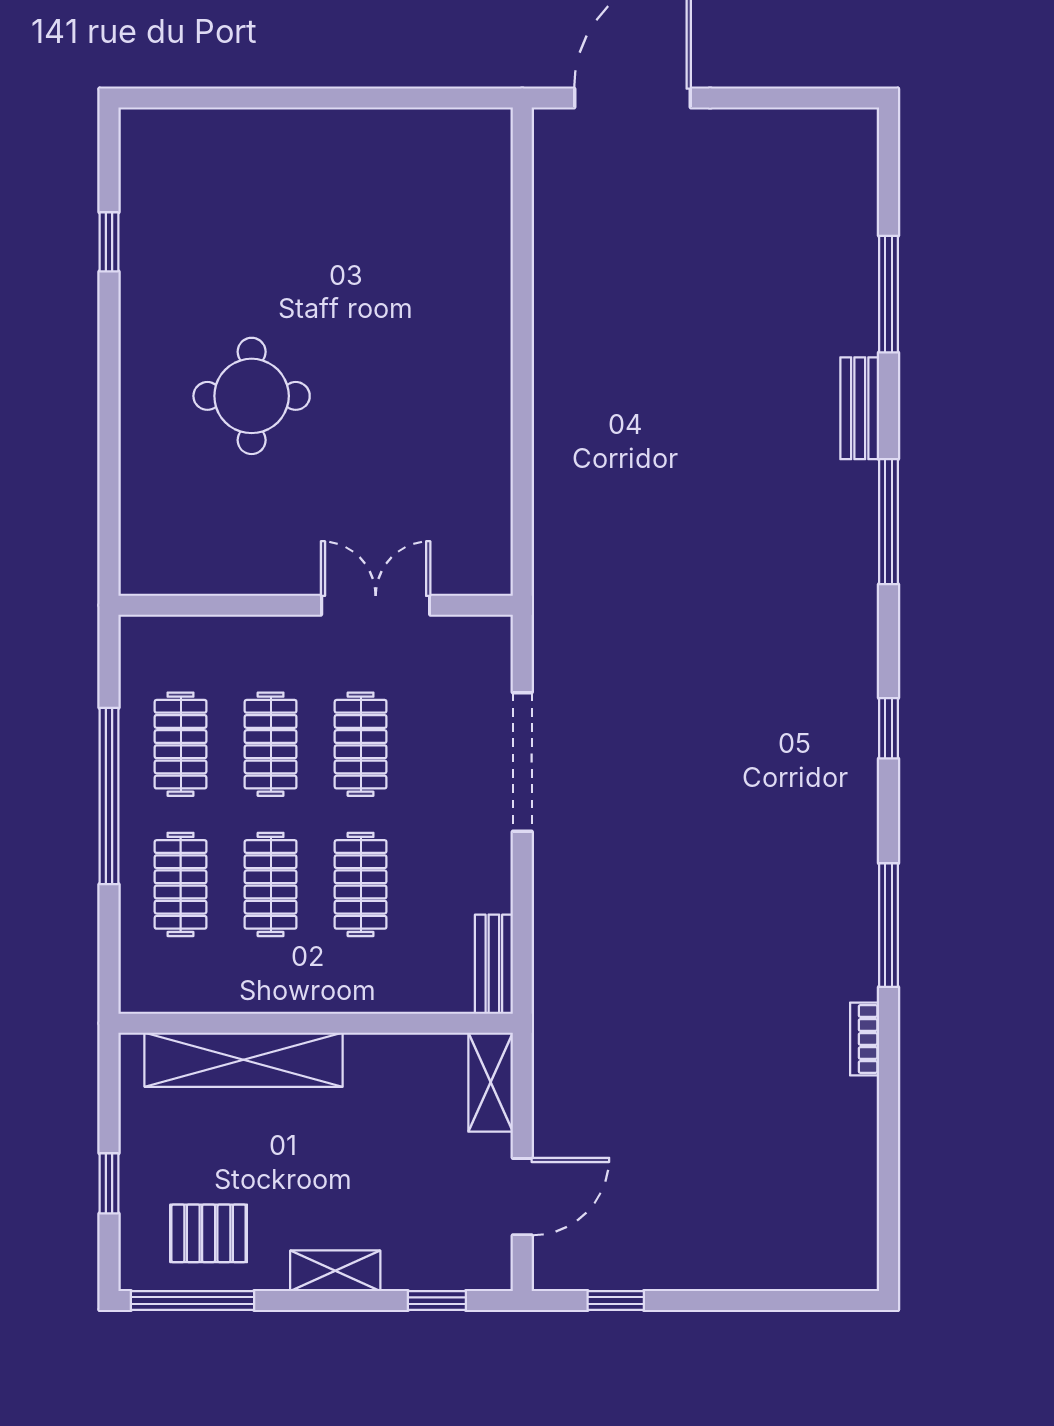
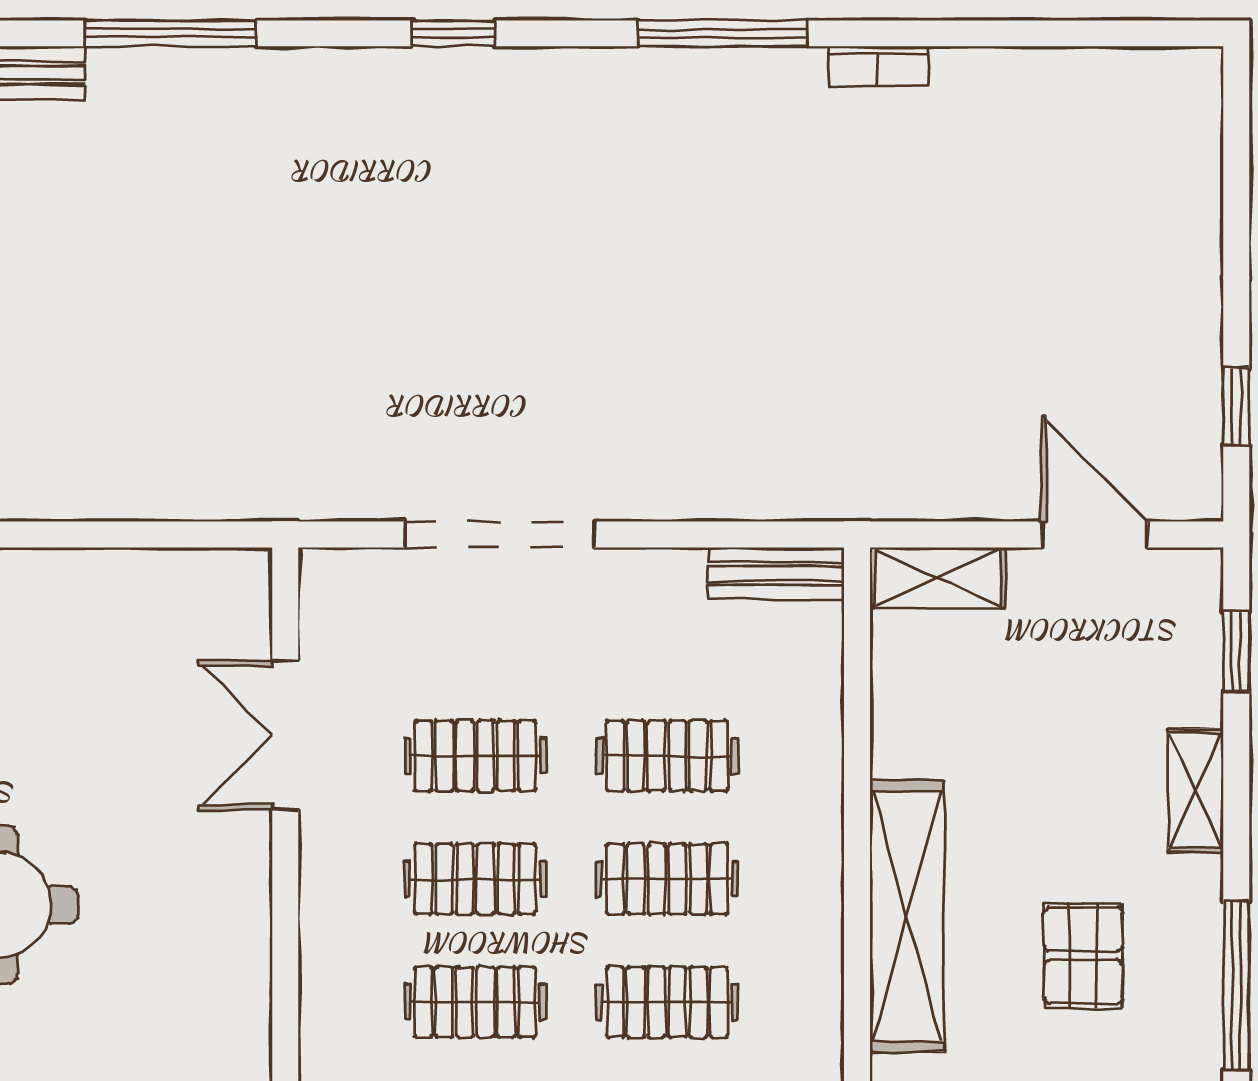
pallet: (209, 1233) -> (1083, 956), moved

